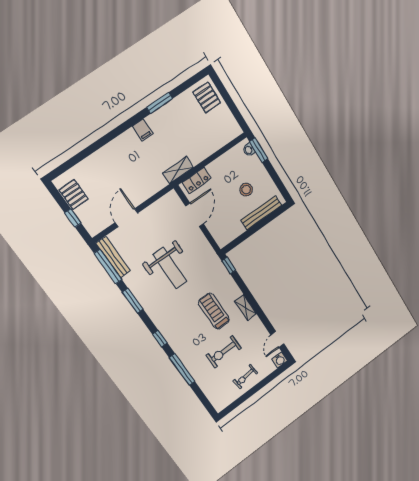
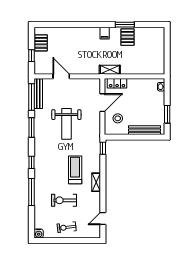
pallet: (207, 97) -> (127, 37), moved
window: (259, 150) -> (167, 114), moved
stool: (246, 190) -> (118, 118), moved
door: (126, 218) -> (61, 76), hinge flipped
water cooler: (280, 360) -> (39, 233), moved

